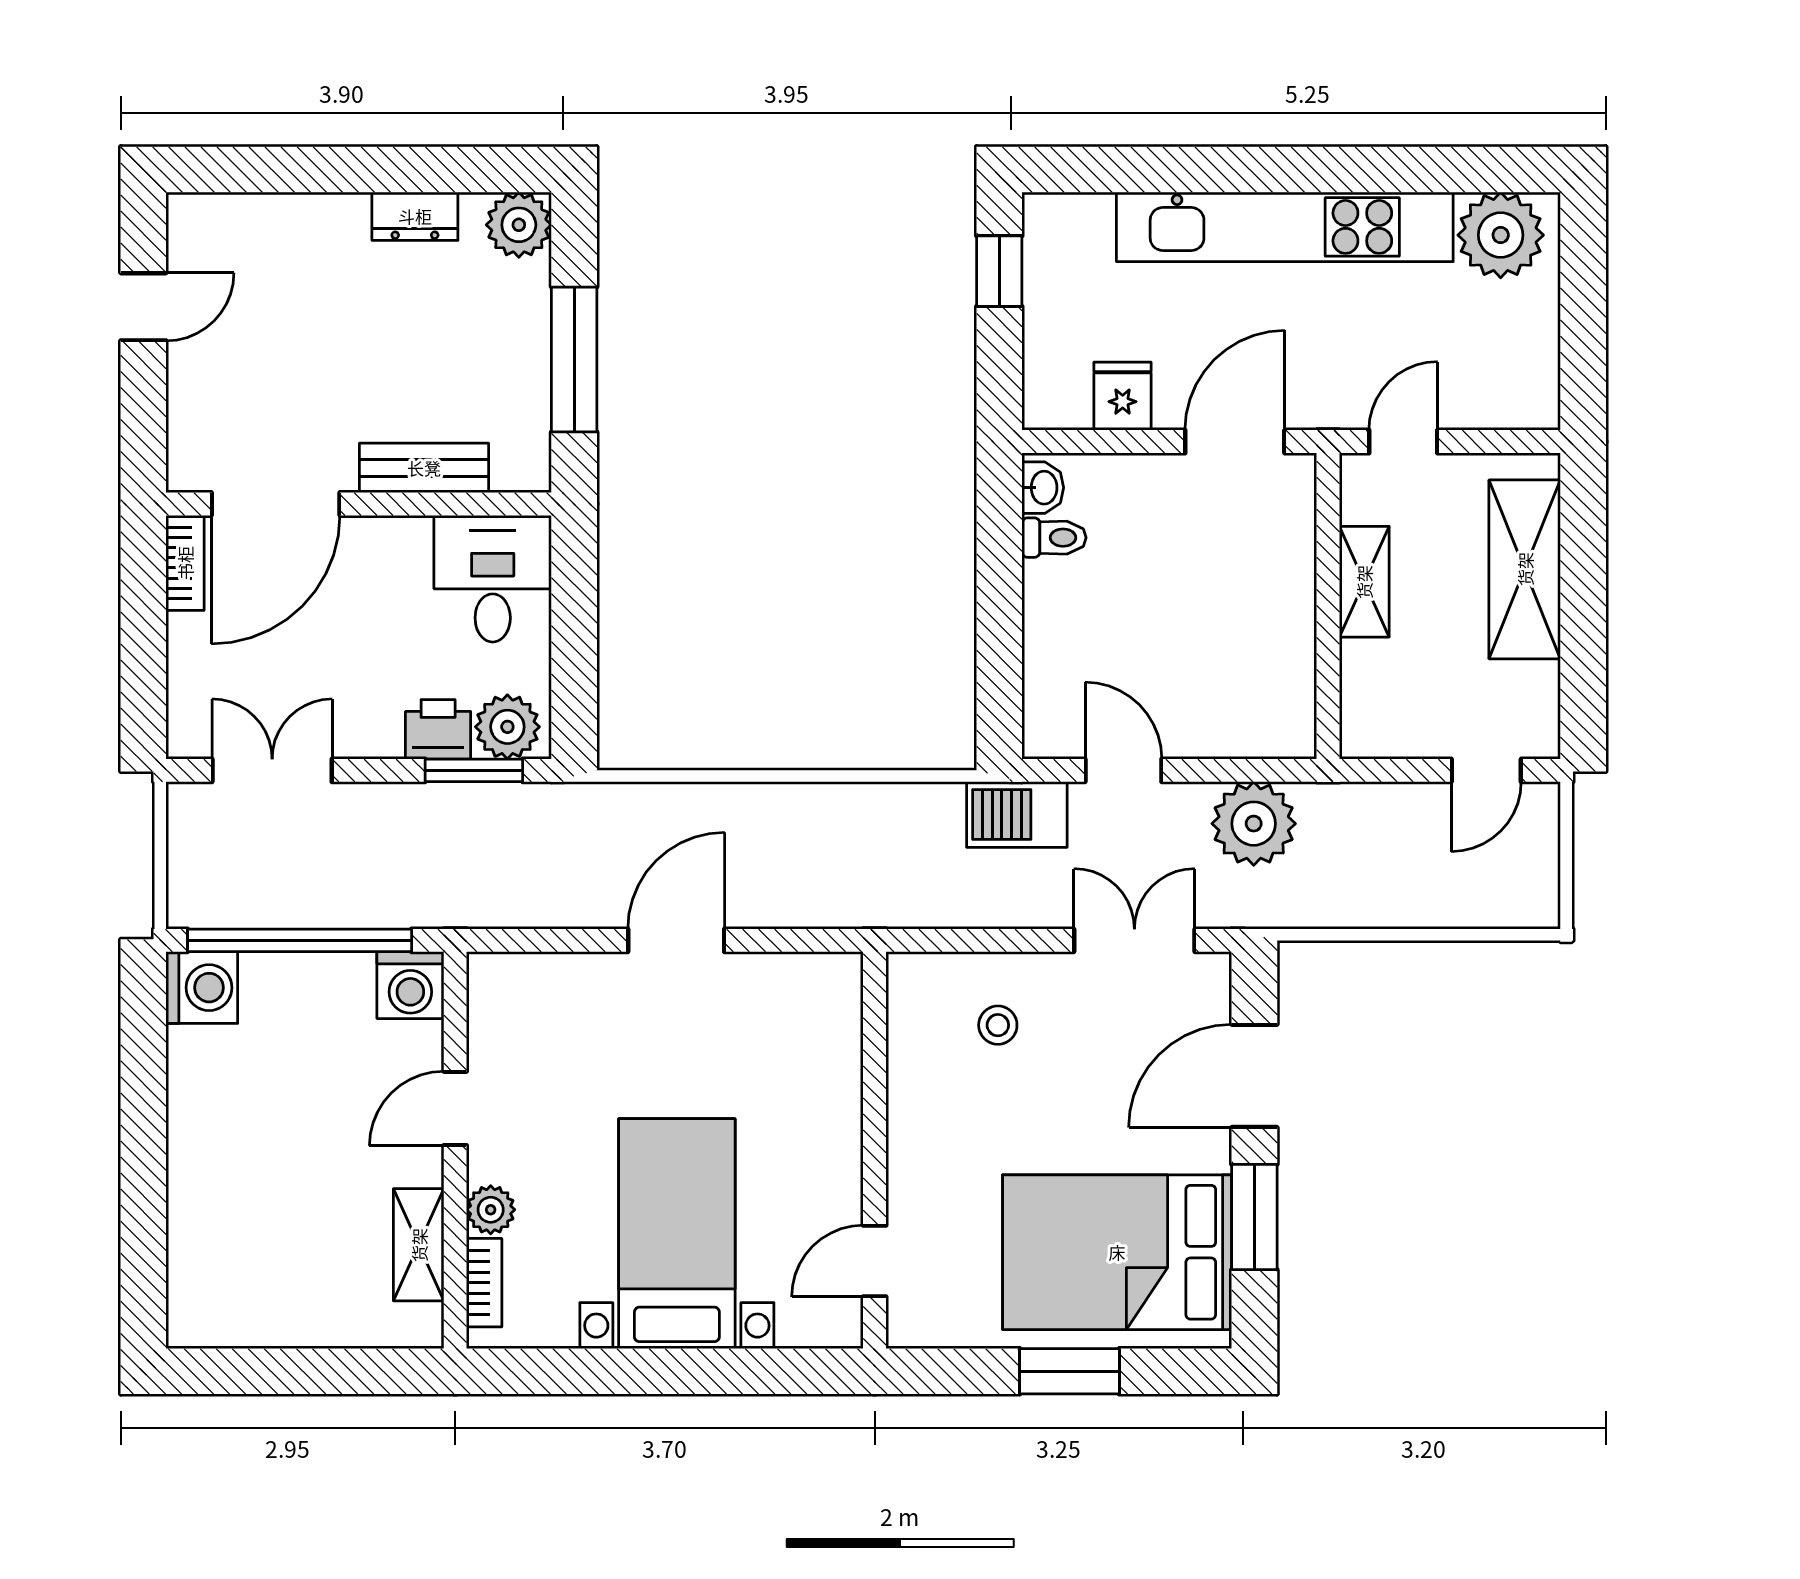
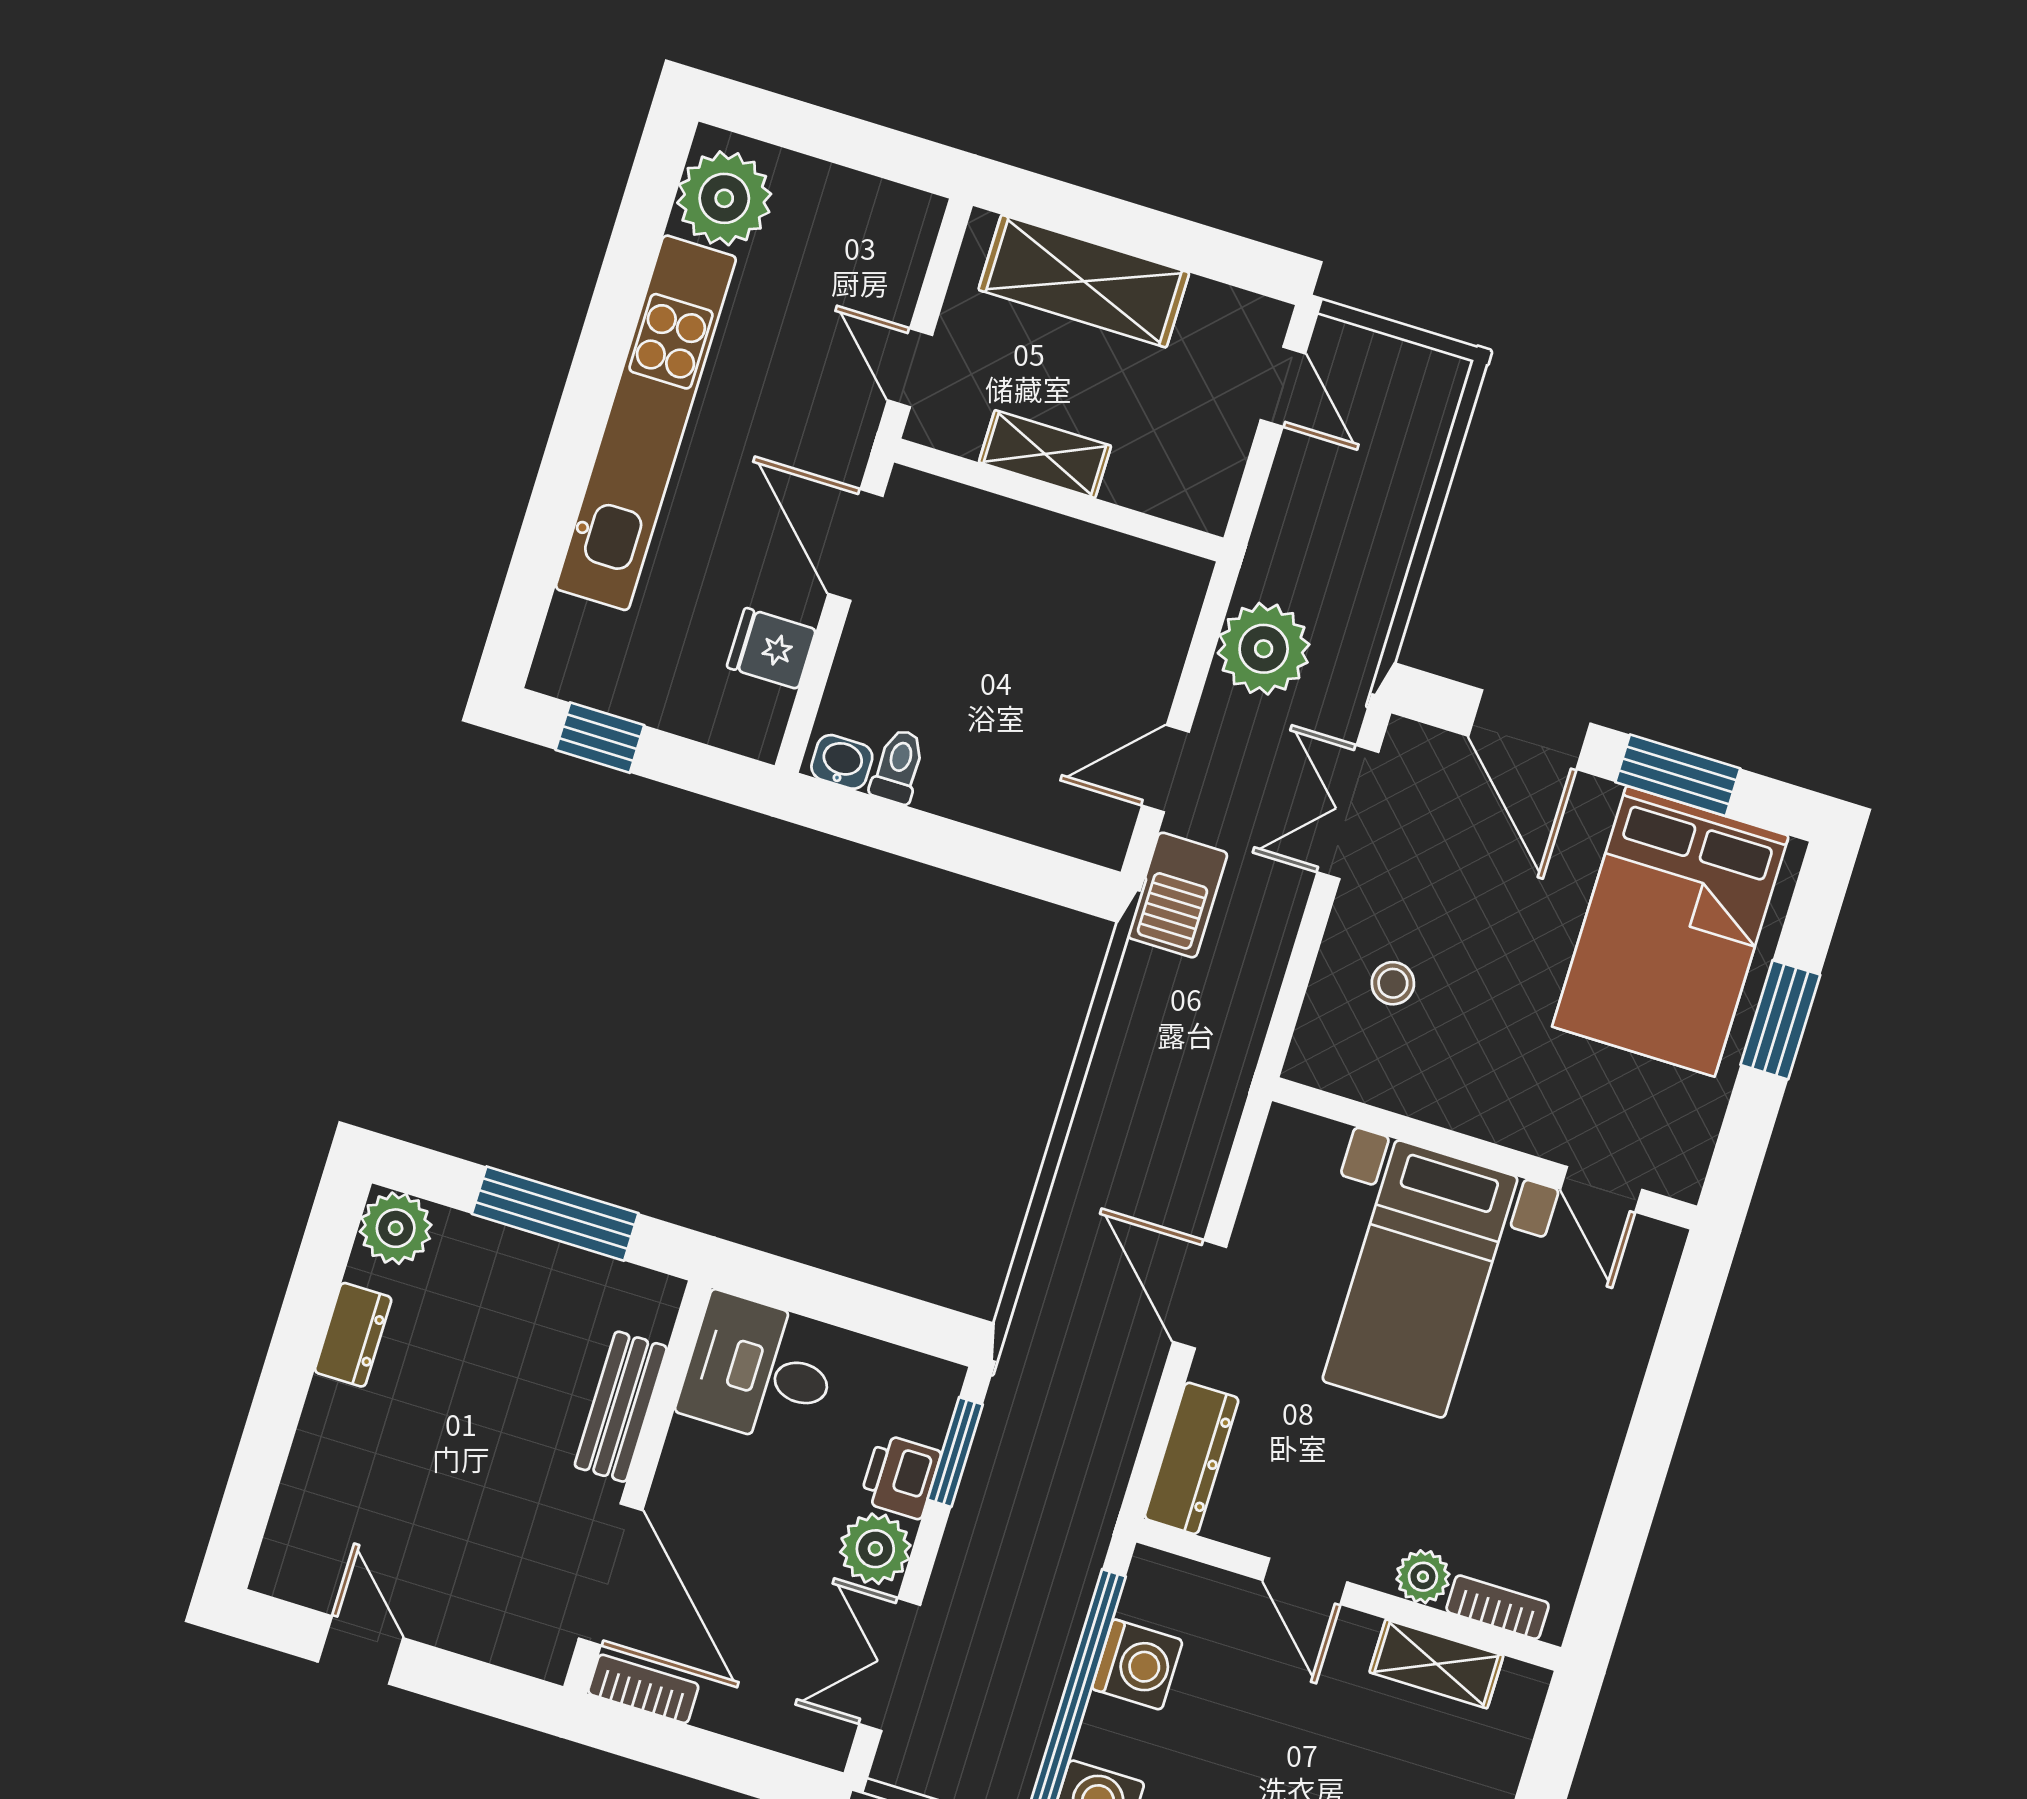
plant: (507, 727) -> (875, 1549), moved
dresser: (532, 977) -> (1192, 1458), added
washing machine: (410, 985) -> (1137, 1665), moved
bed with nightstands: (677, 1234) -> (1420, 1279), moved, turned -90

